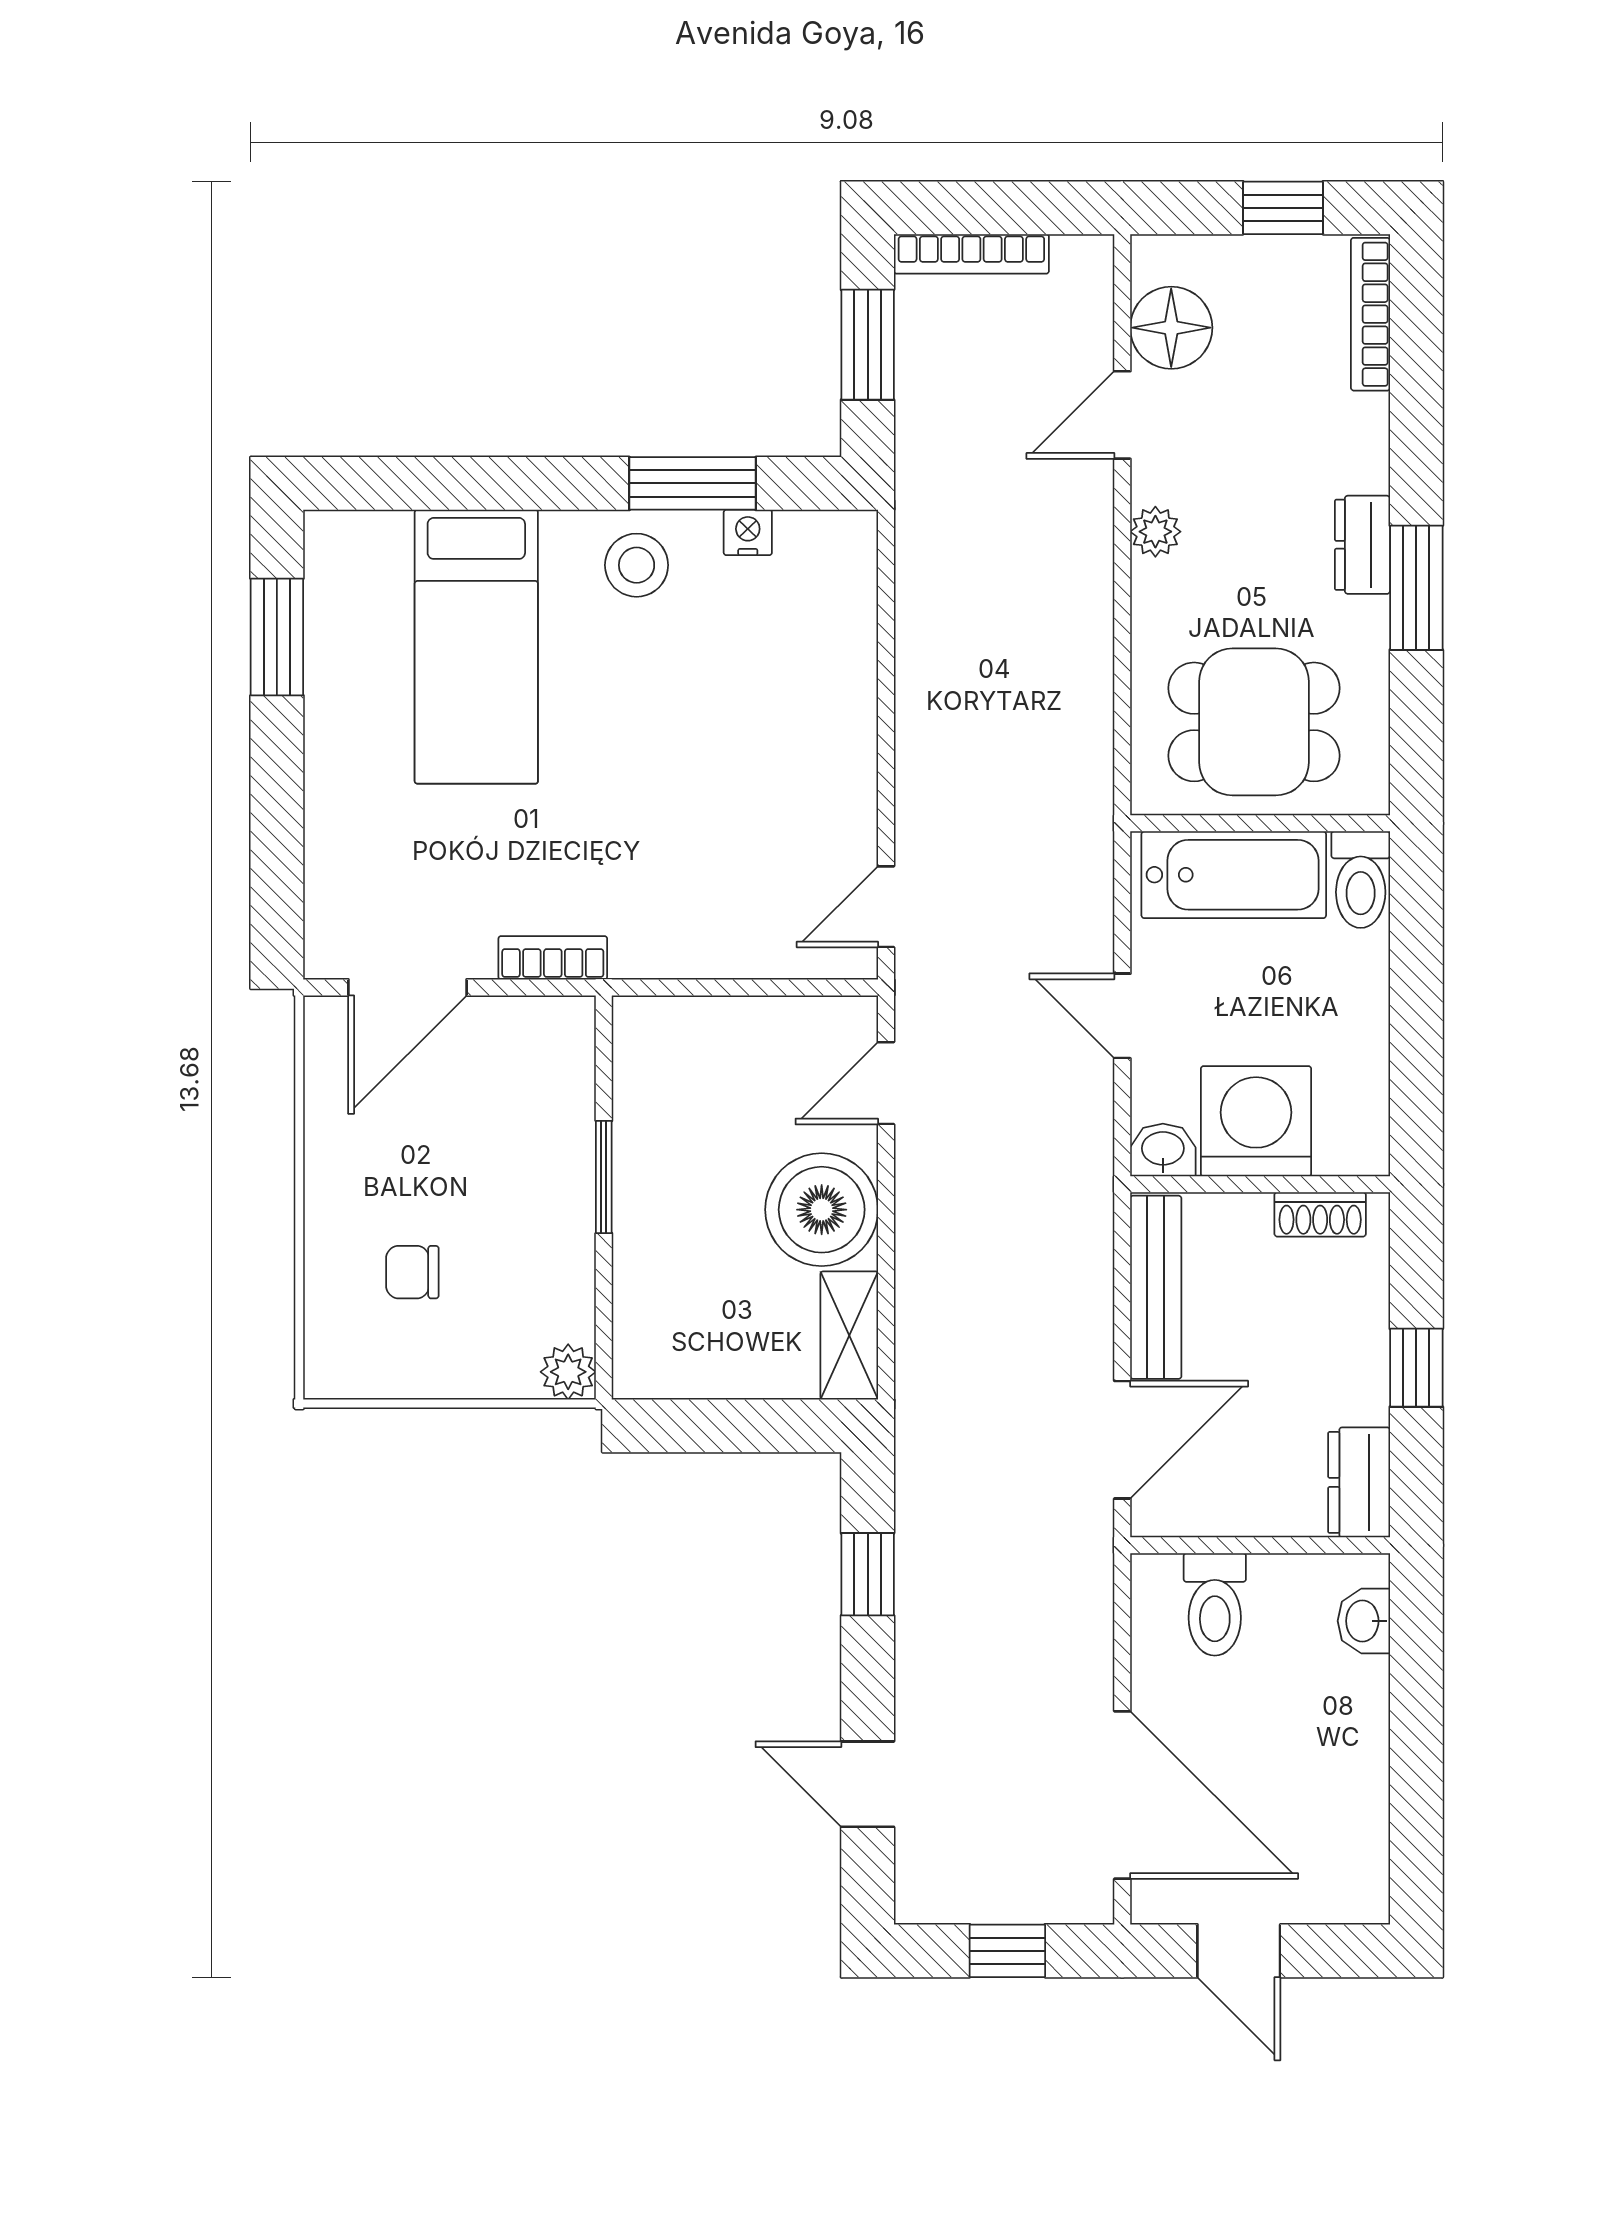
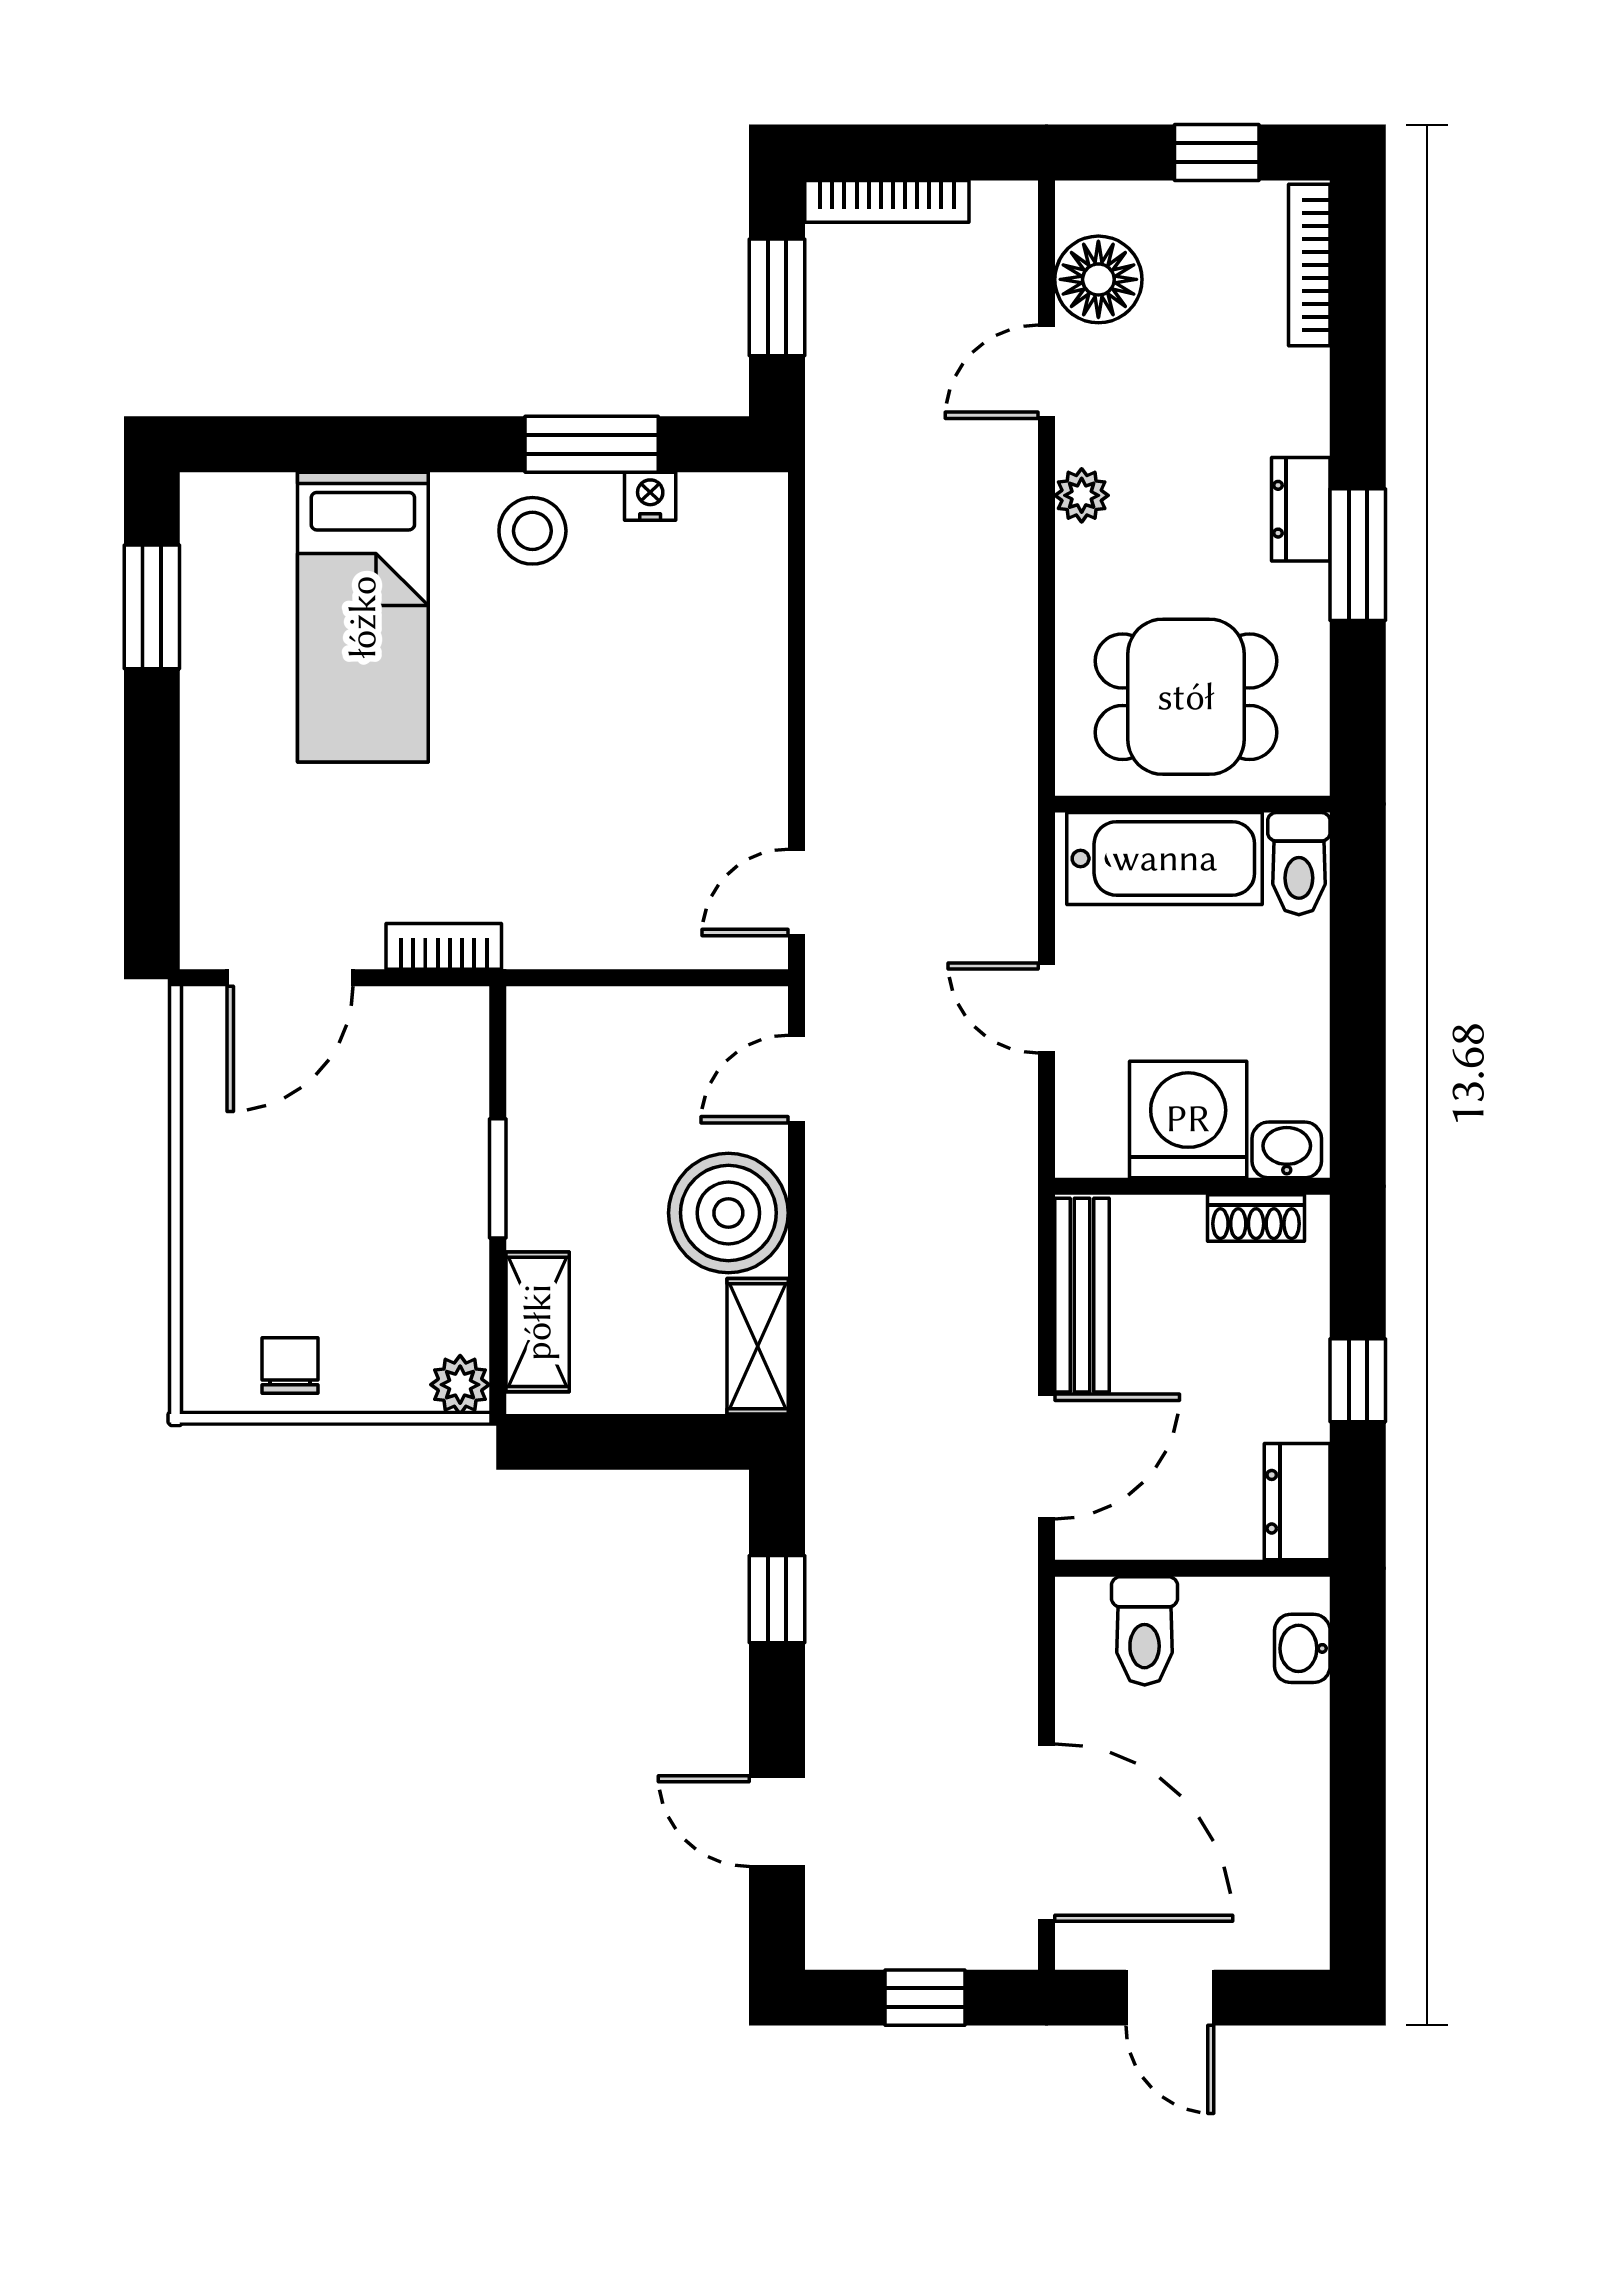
washbasin: (1163, 1150) -> (1287, 1150), moved
chair: (412, 1272) -> (290, 1366), moved, turned 90
shelving: (641, 1312) -> (538, 1322), added

